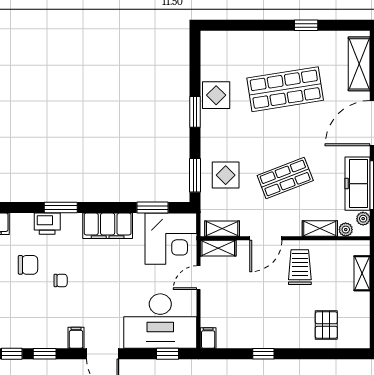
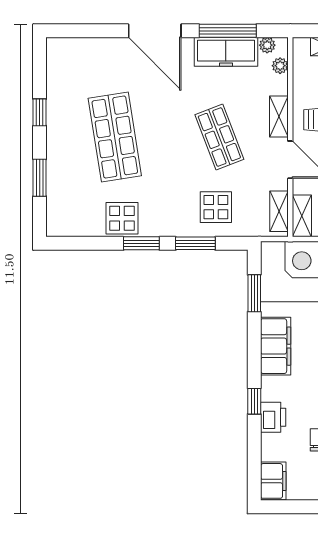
window: (251, 25) -> (40, 178), added
shelving: (359, 64) -> (85, 50), removed
window: (195, 175) -> (195, 243), moved
window: (61, 208) -> (254, 401), width x0.67
shelving: (320, 229) -> (279, 117), moved

